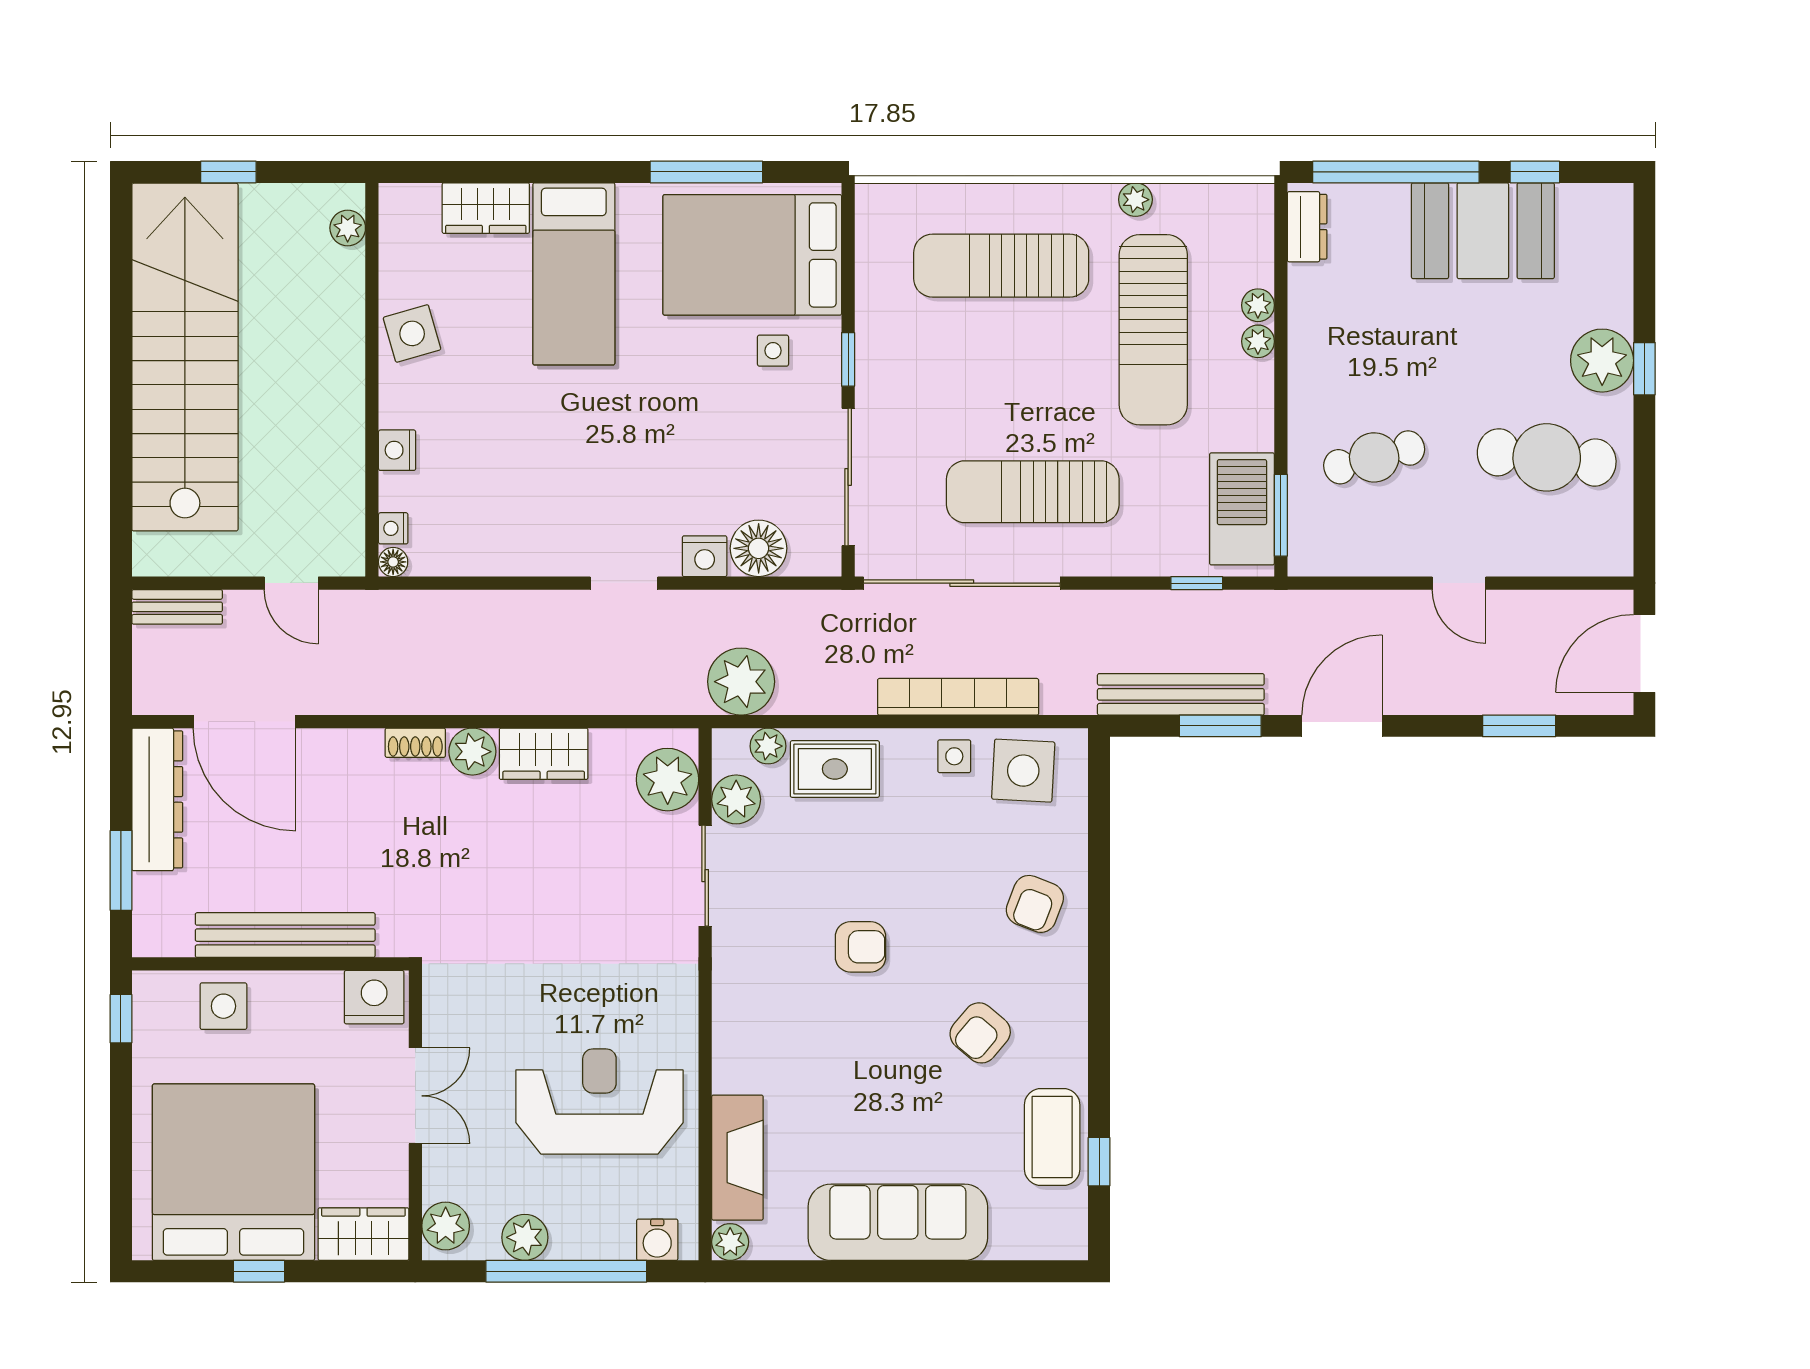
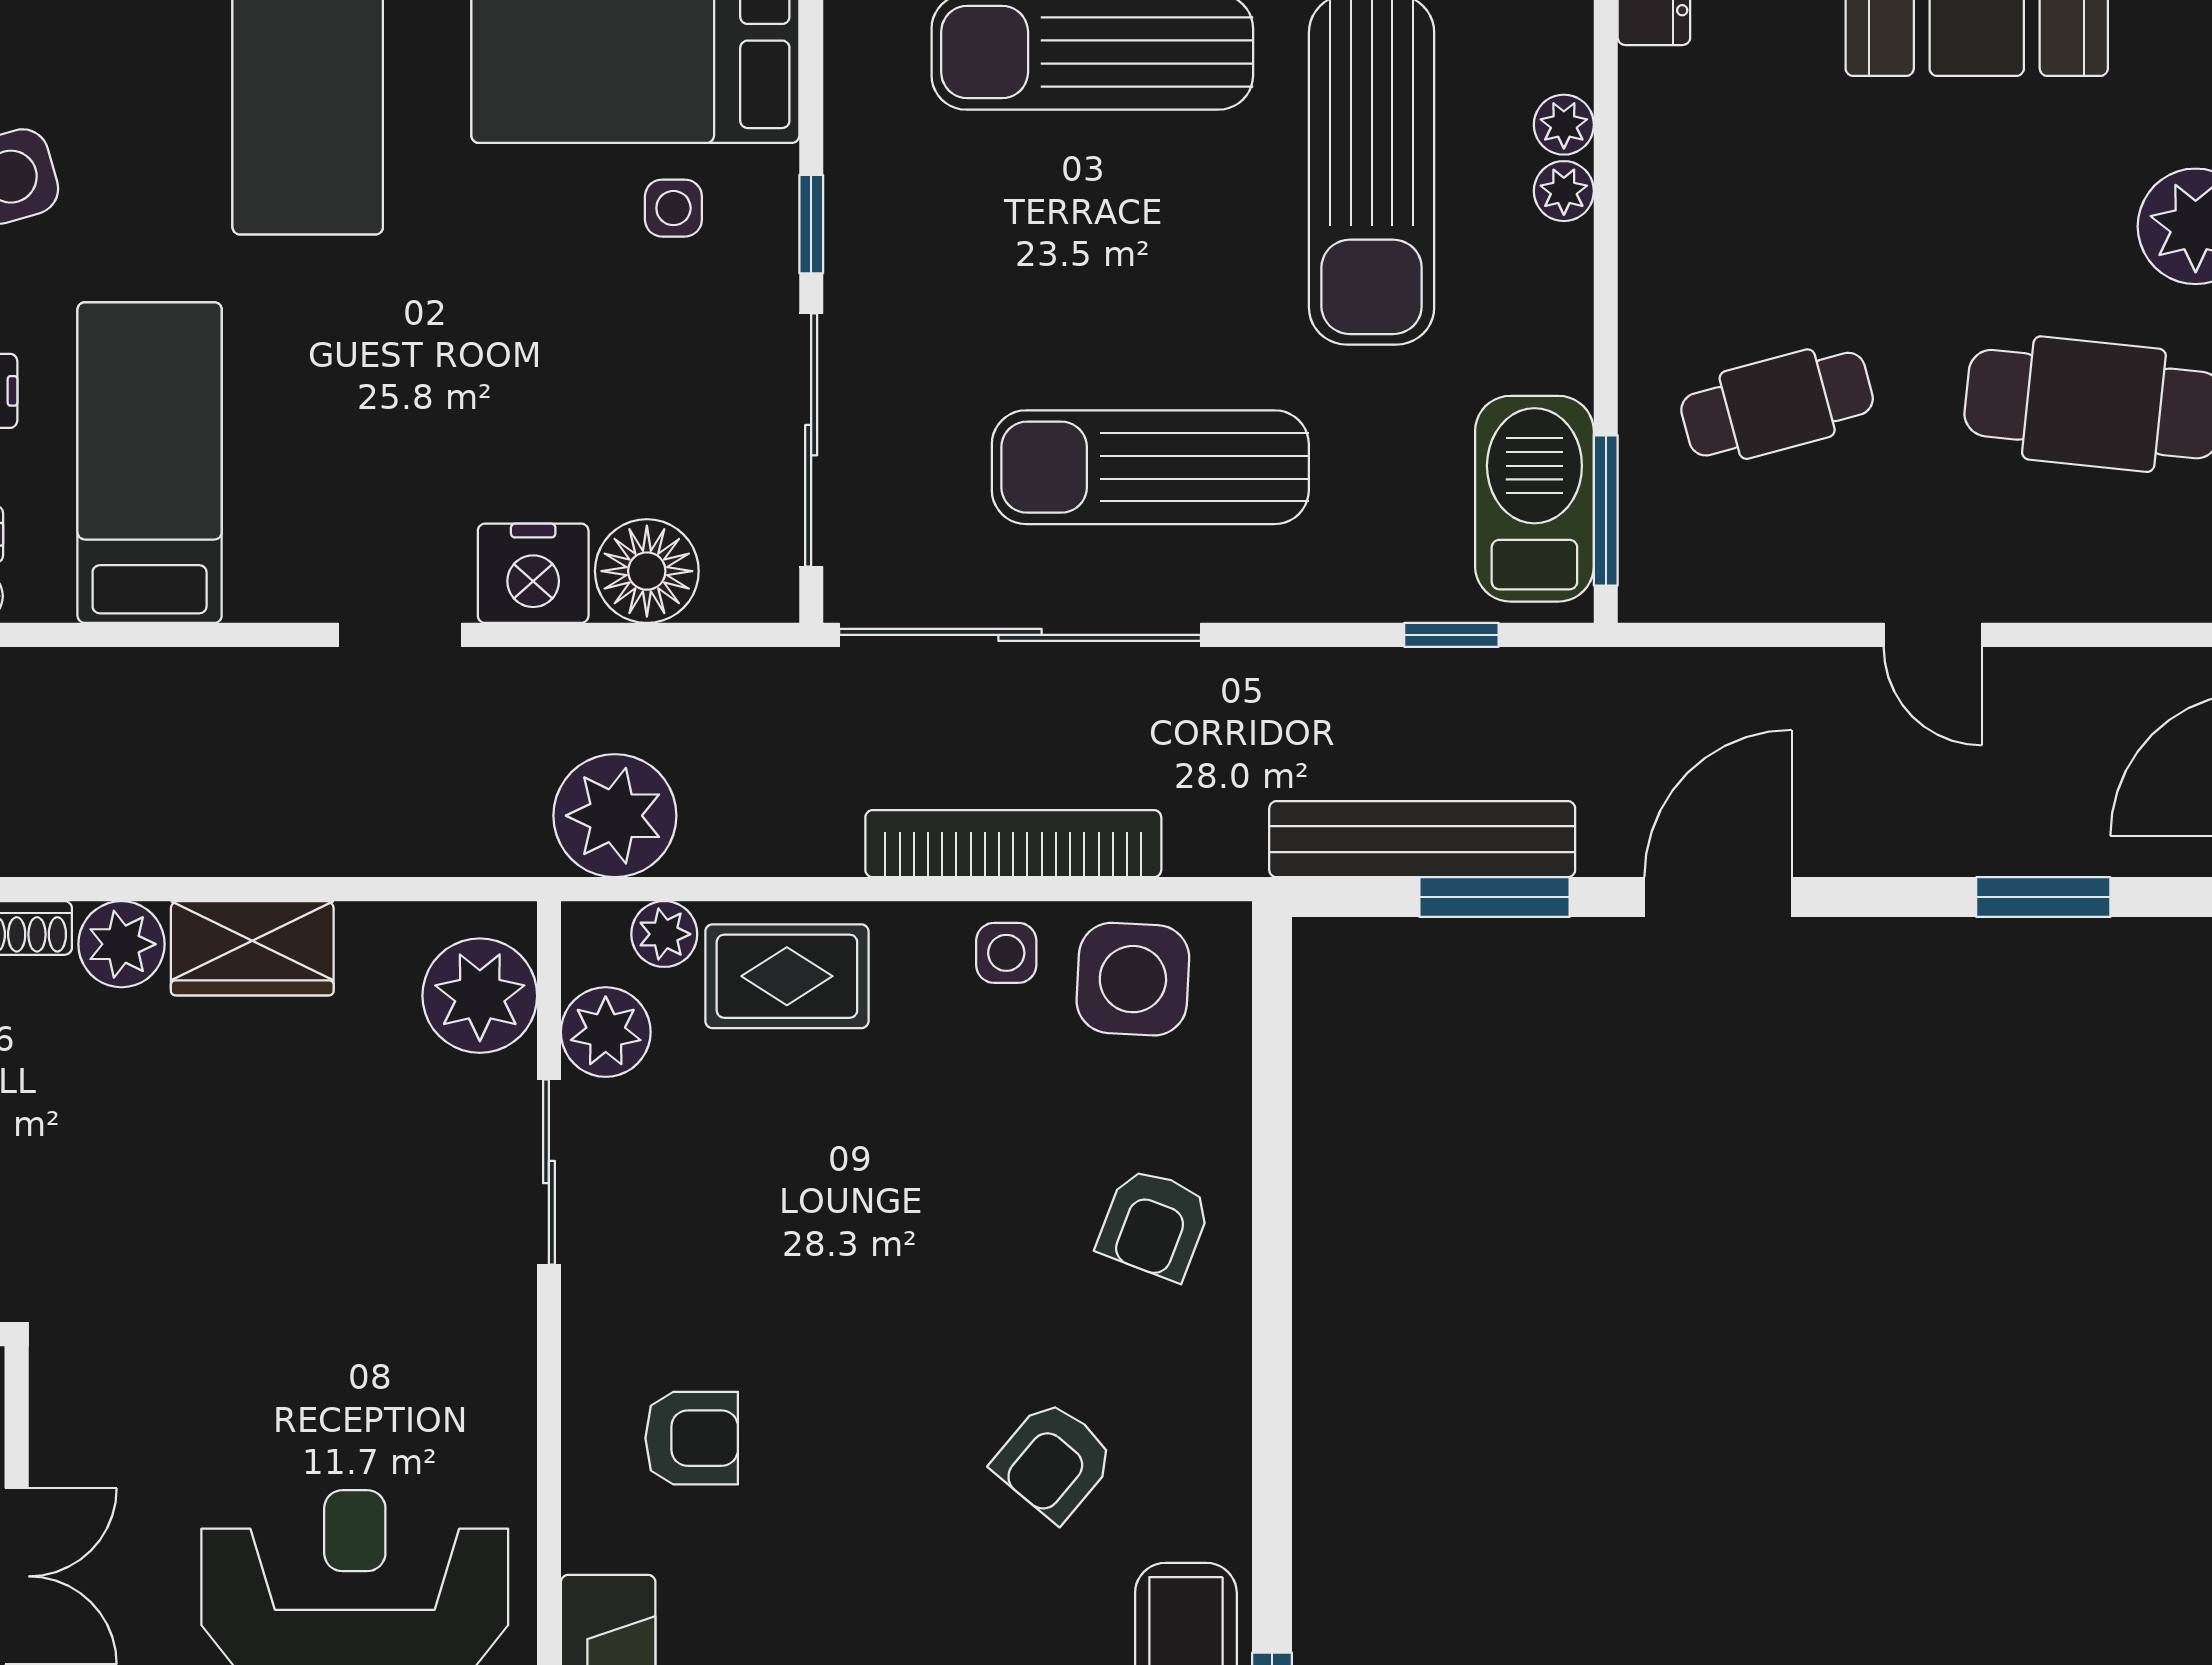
bed: (488, 489) -> (150, 463), added
nightstand: (705, 556) -> (533, 573), width x1.36, depth x1.33
armchair: (861, 947) -> (692, 1438), moved

